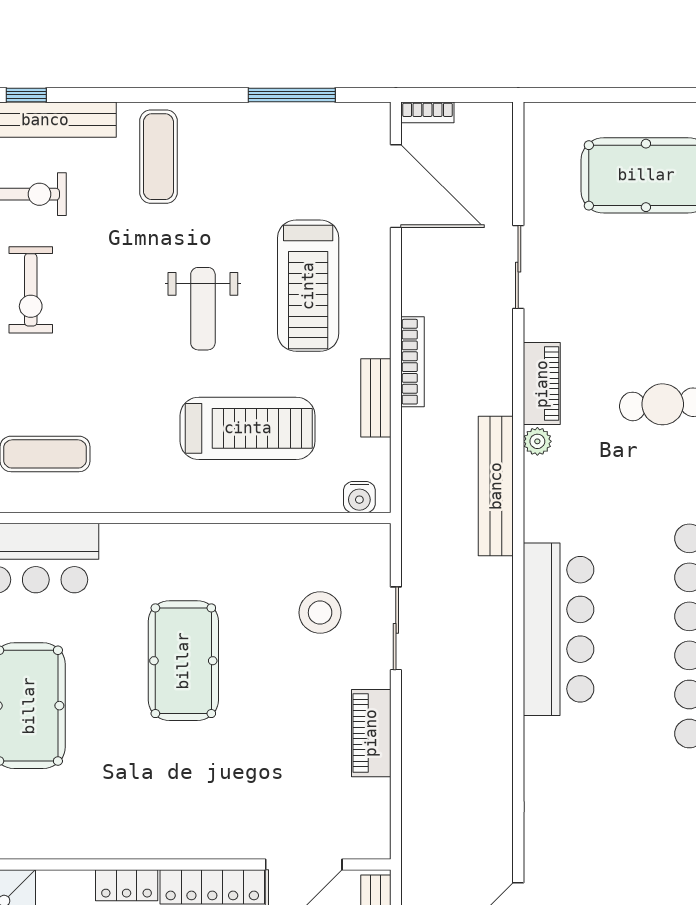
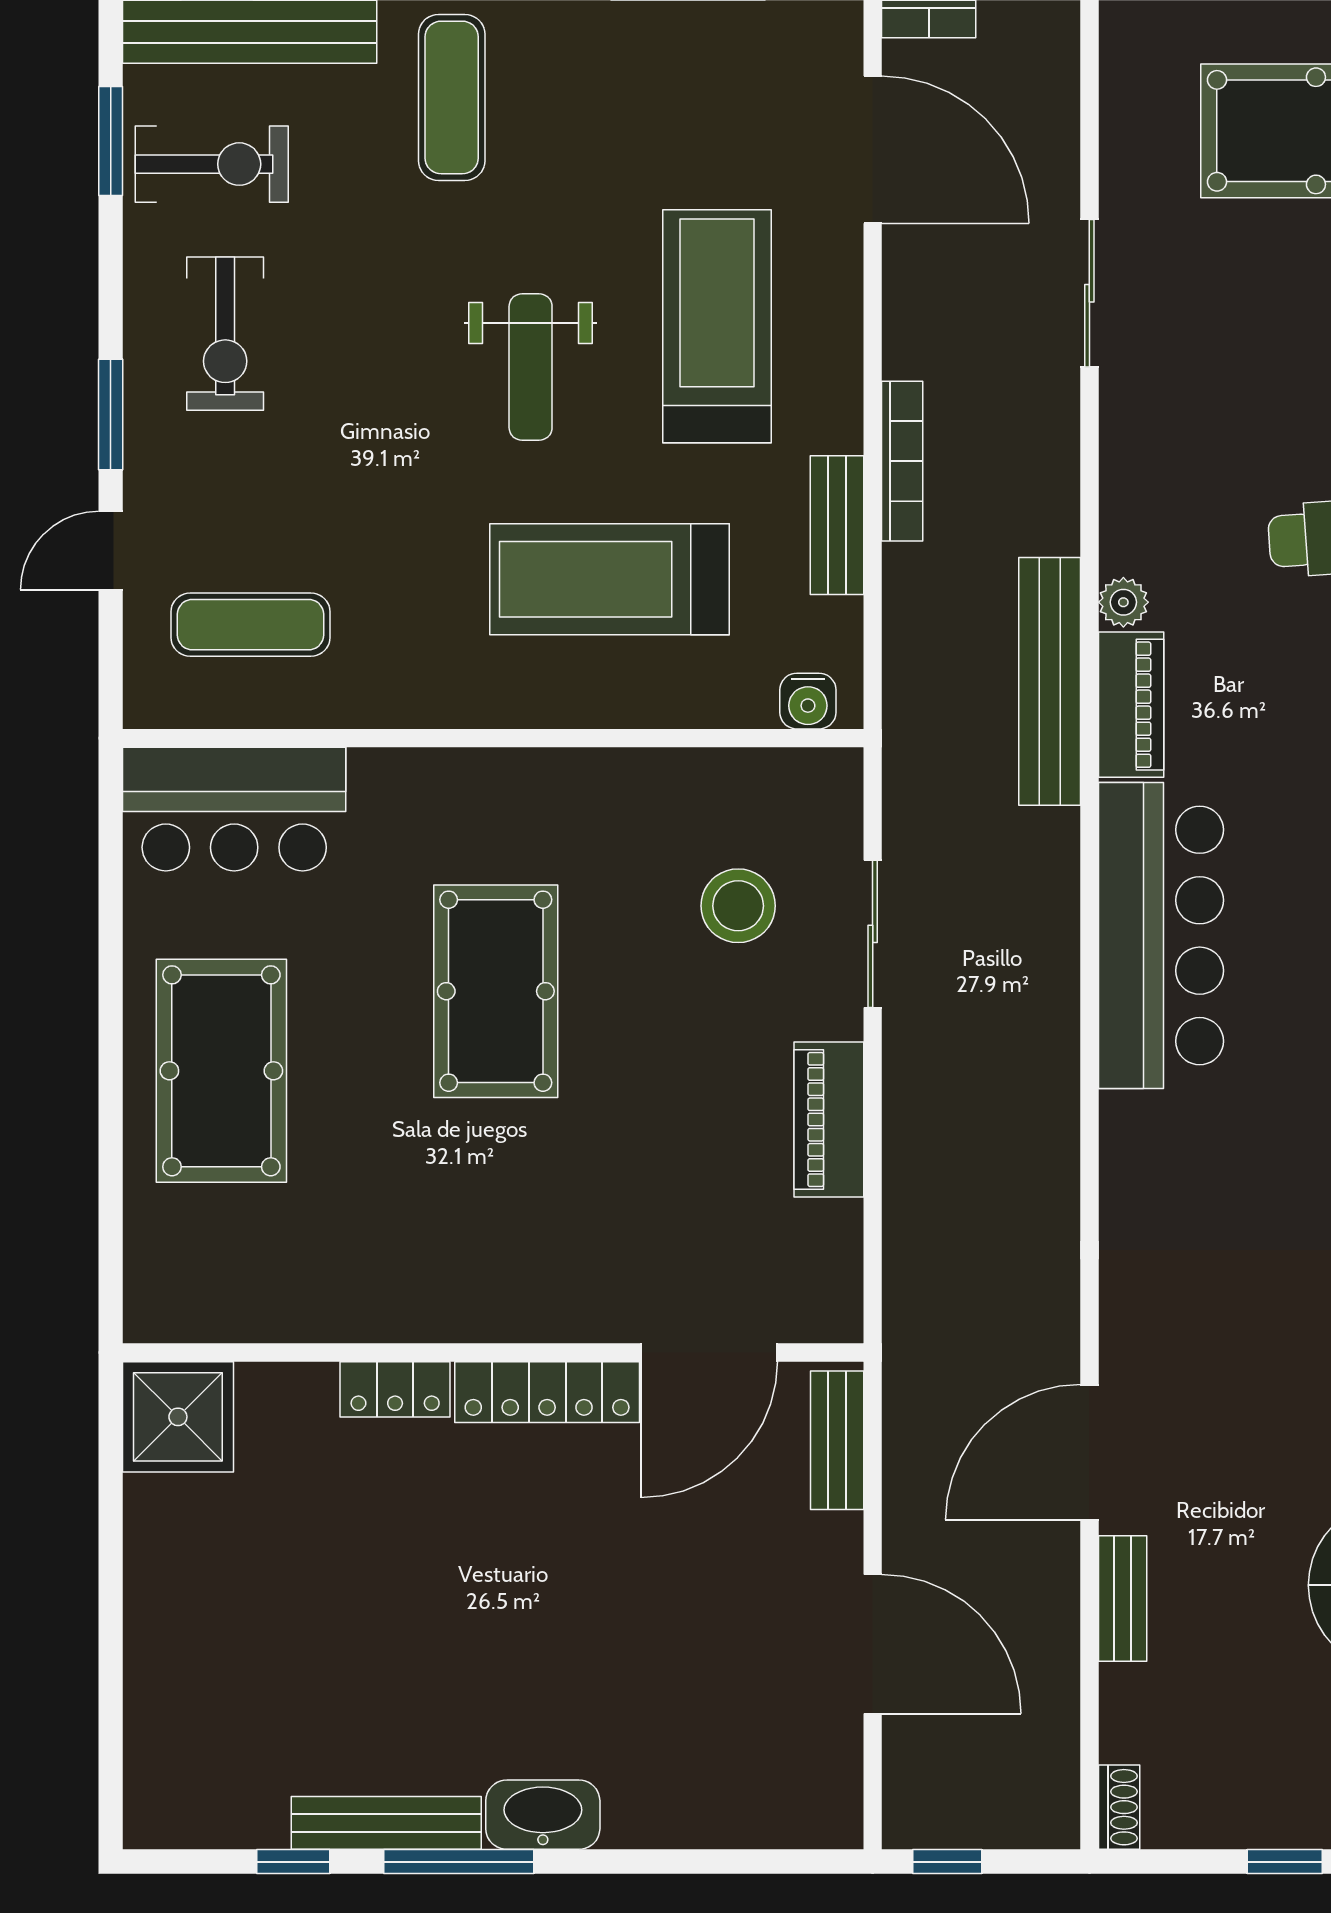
treadmill: (308, 286) -> (717, 326), turned 180
piano: (542, 384) -> (1131, 705), moved
treadmill: (248, 428) -> (610, 579), turned 180

